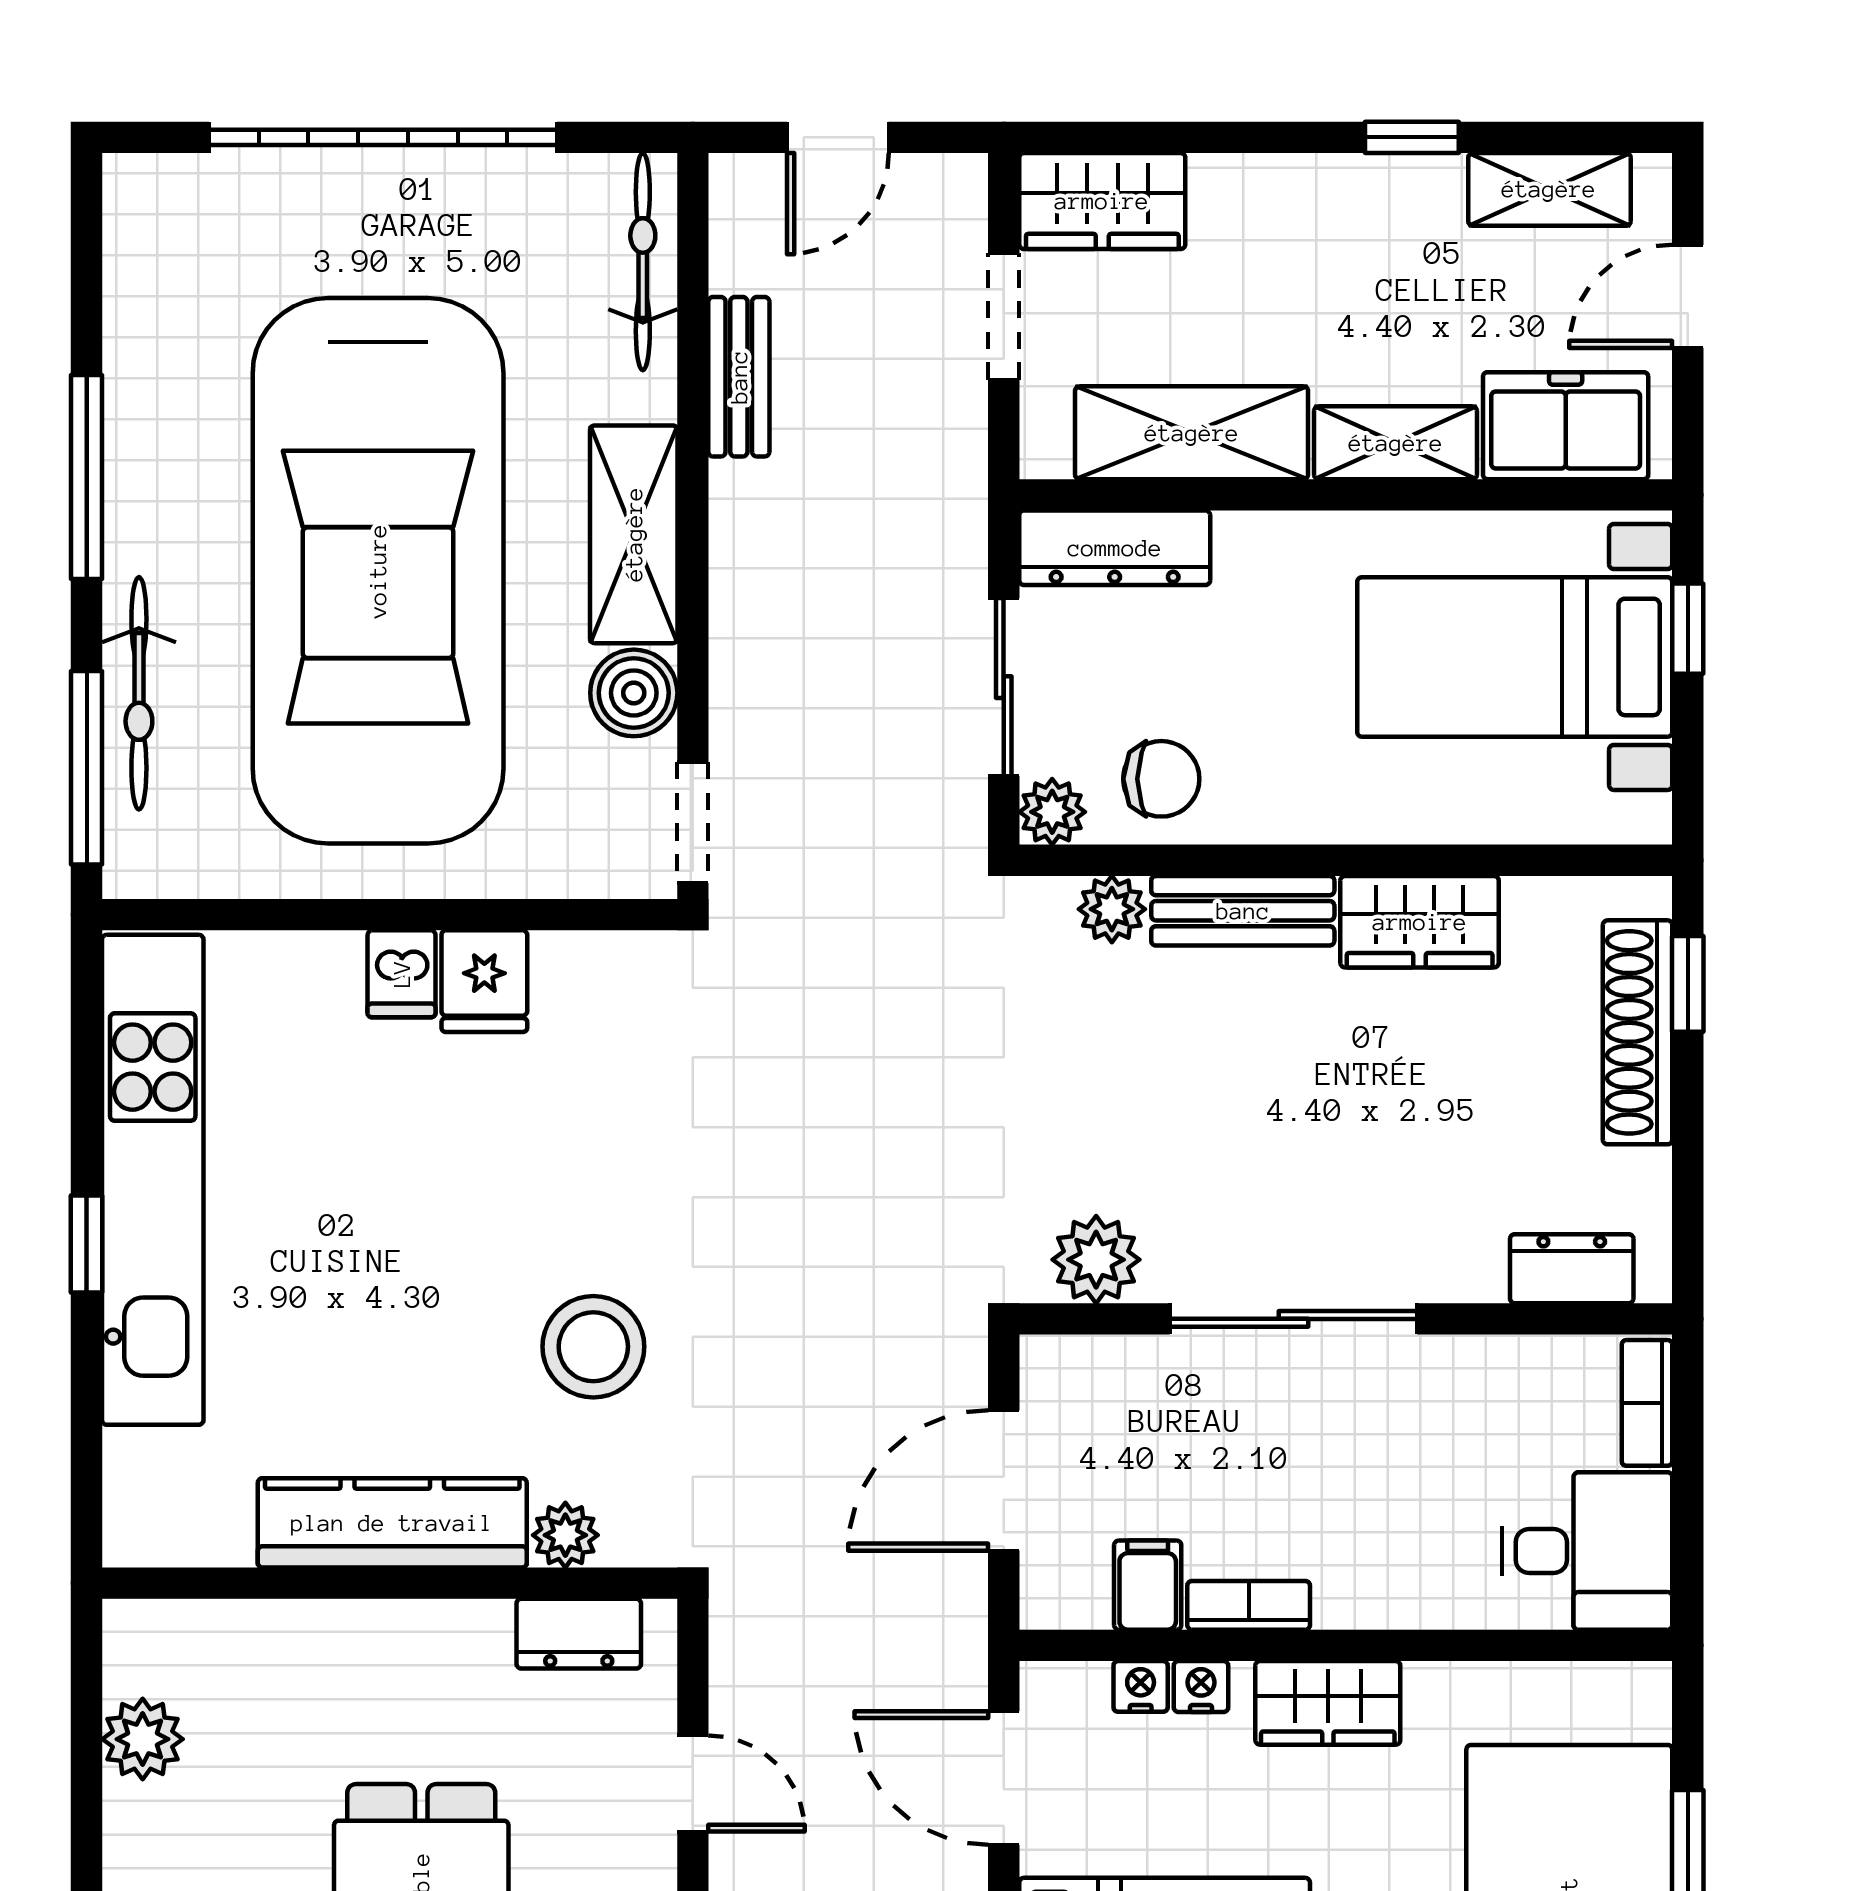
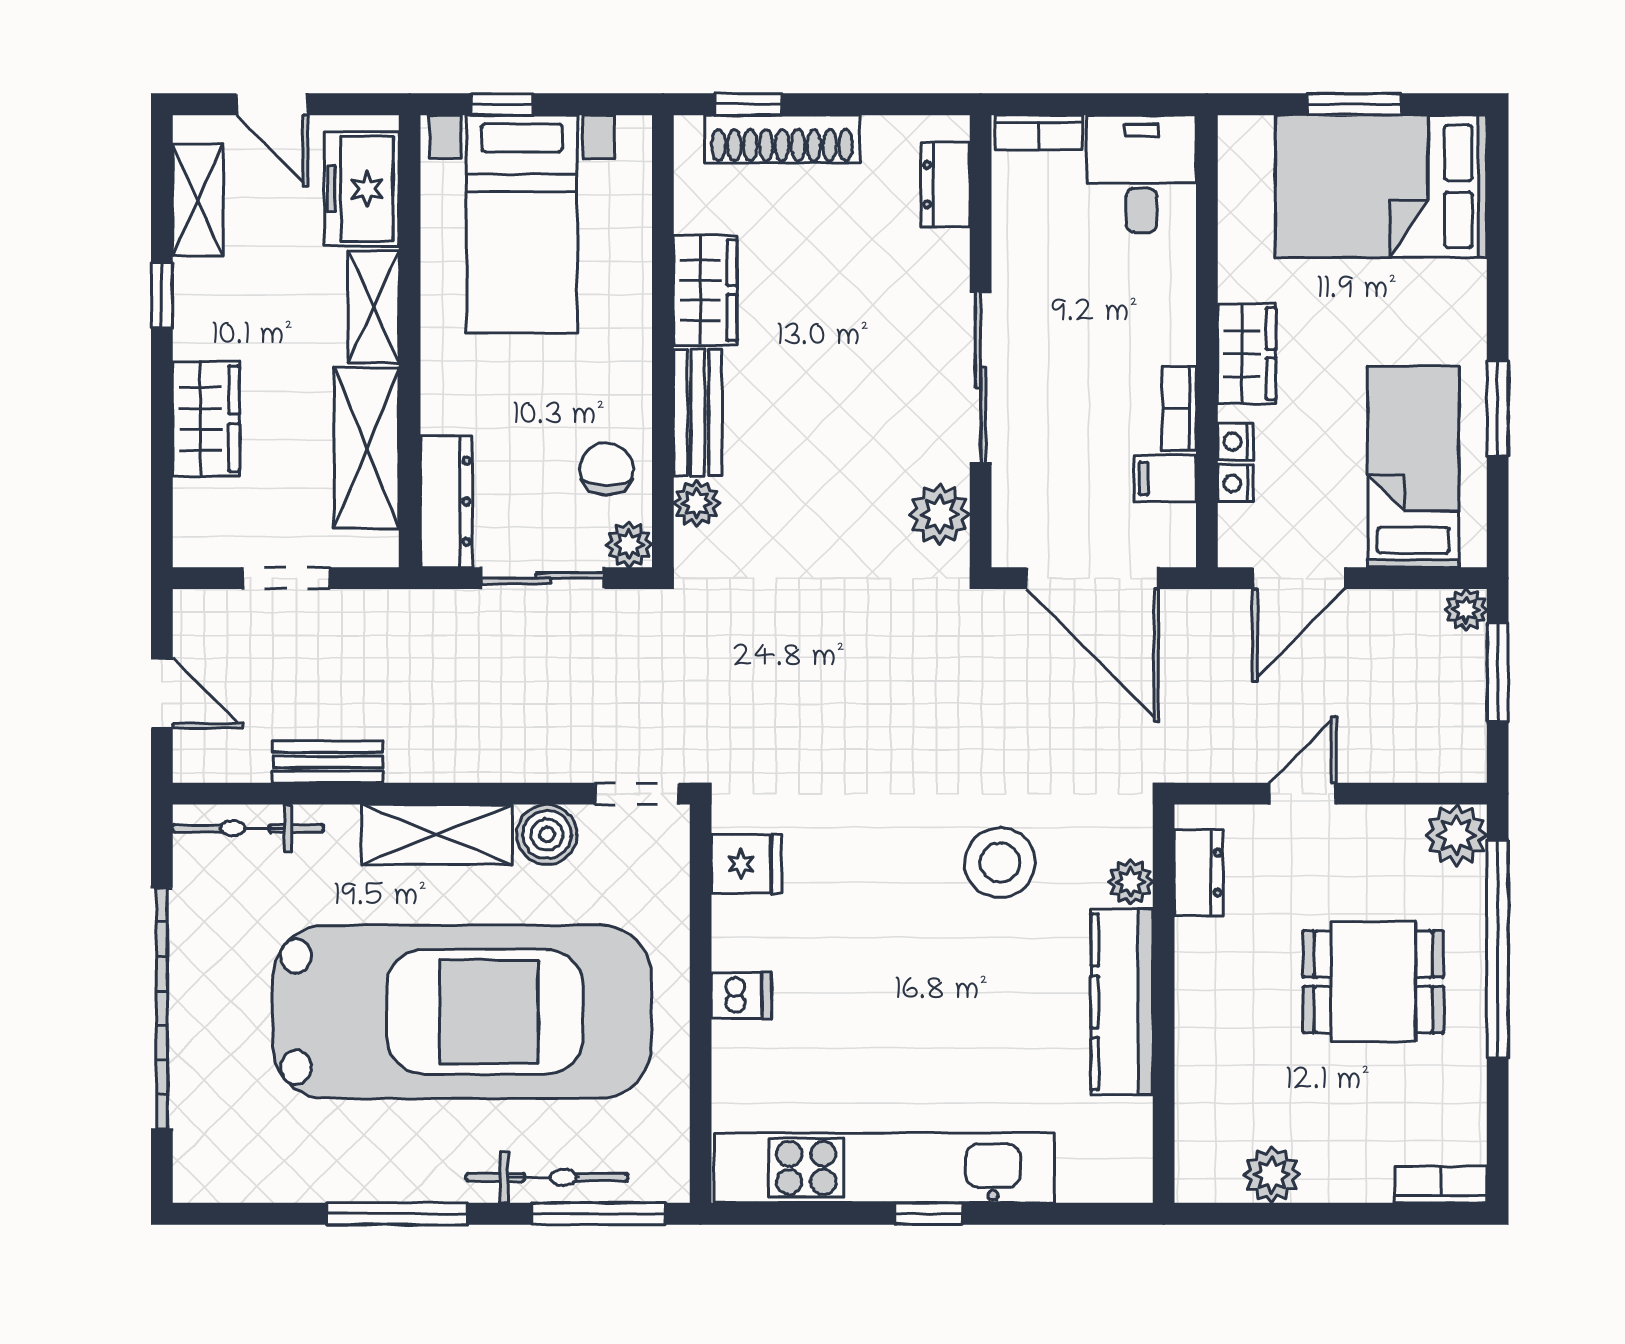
wardrobe: (1102, 201) -> (206, 419), moved
fridge: (484, 981) -> (747, 864), moved
door: (1004, 1481) -> (1093, 578), width x1.36

